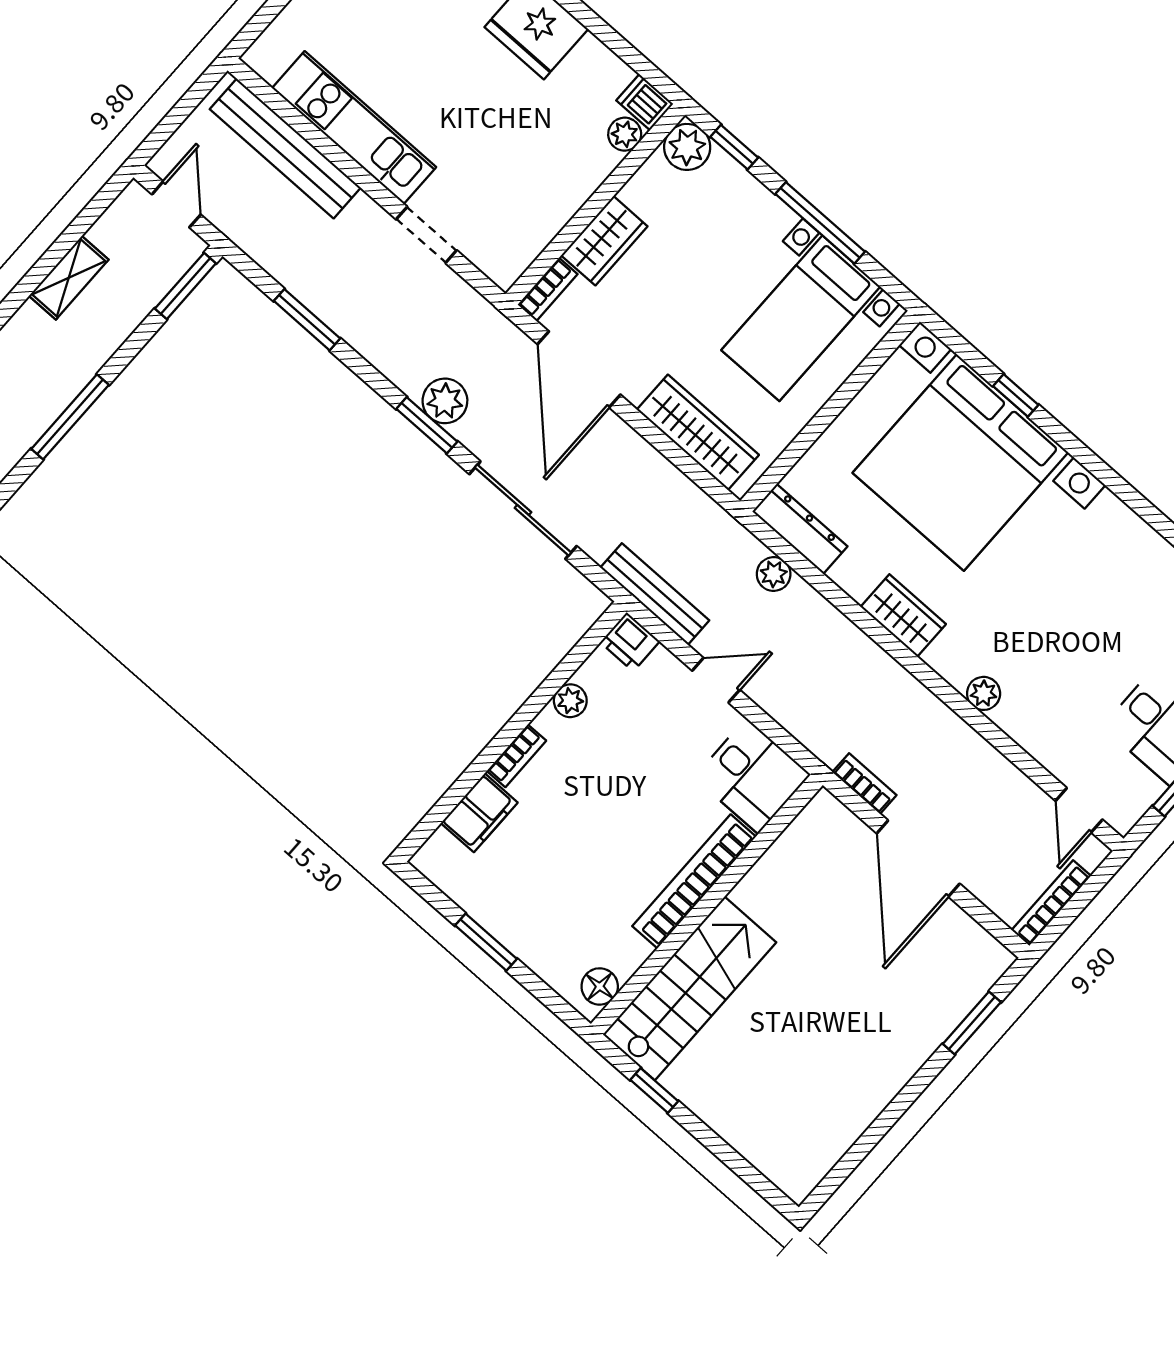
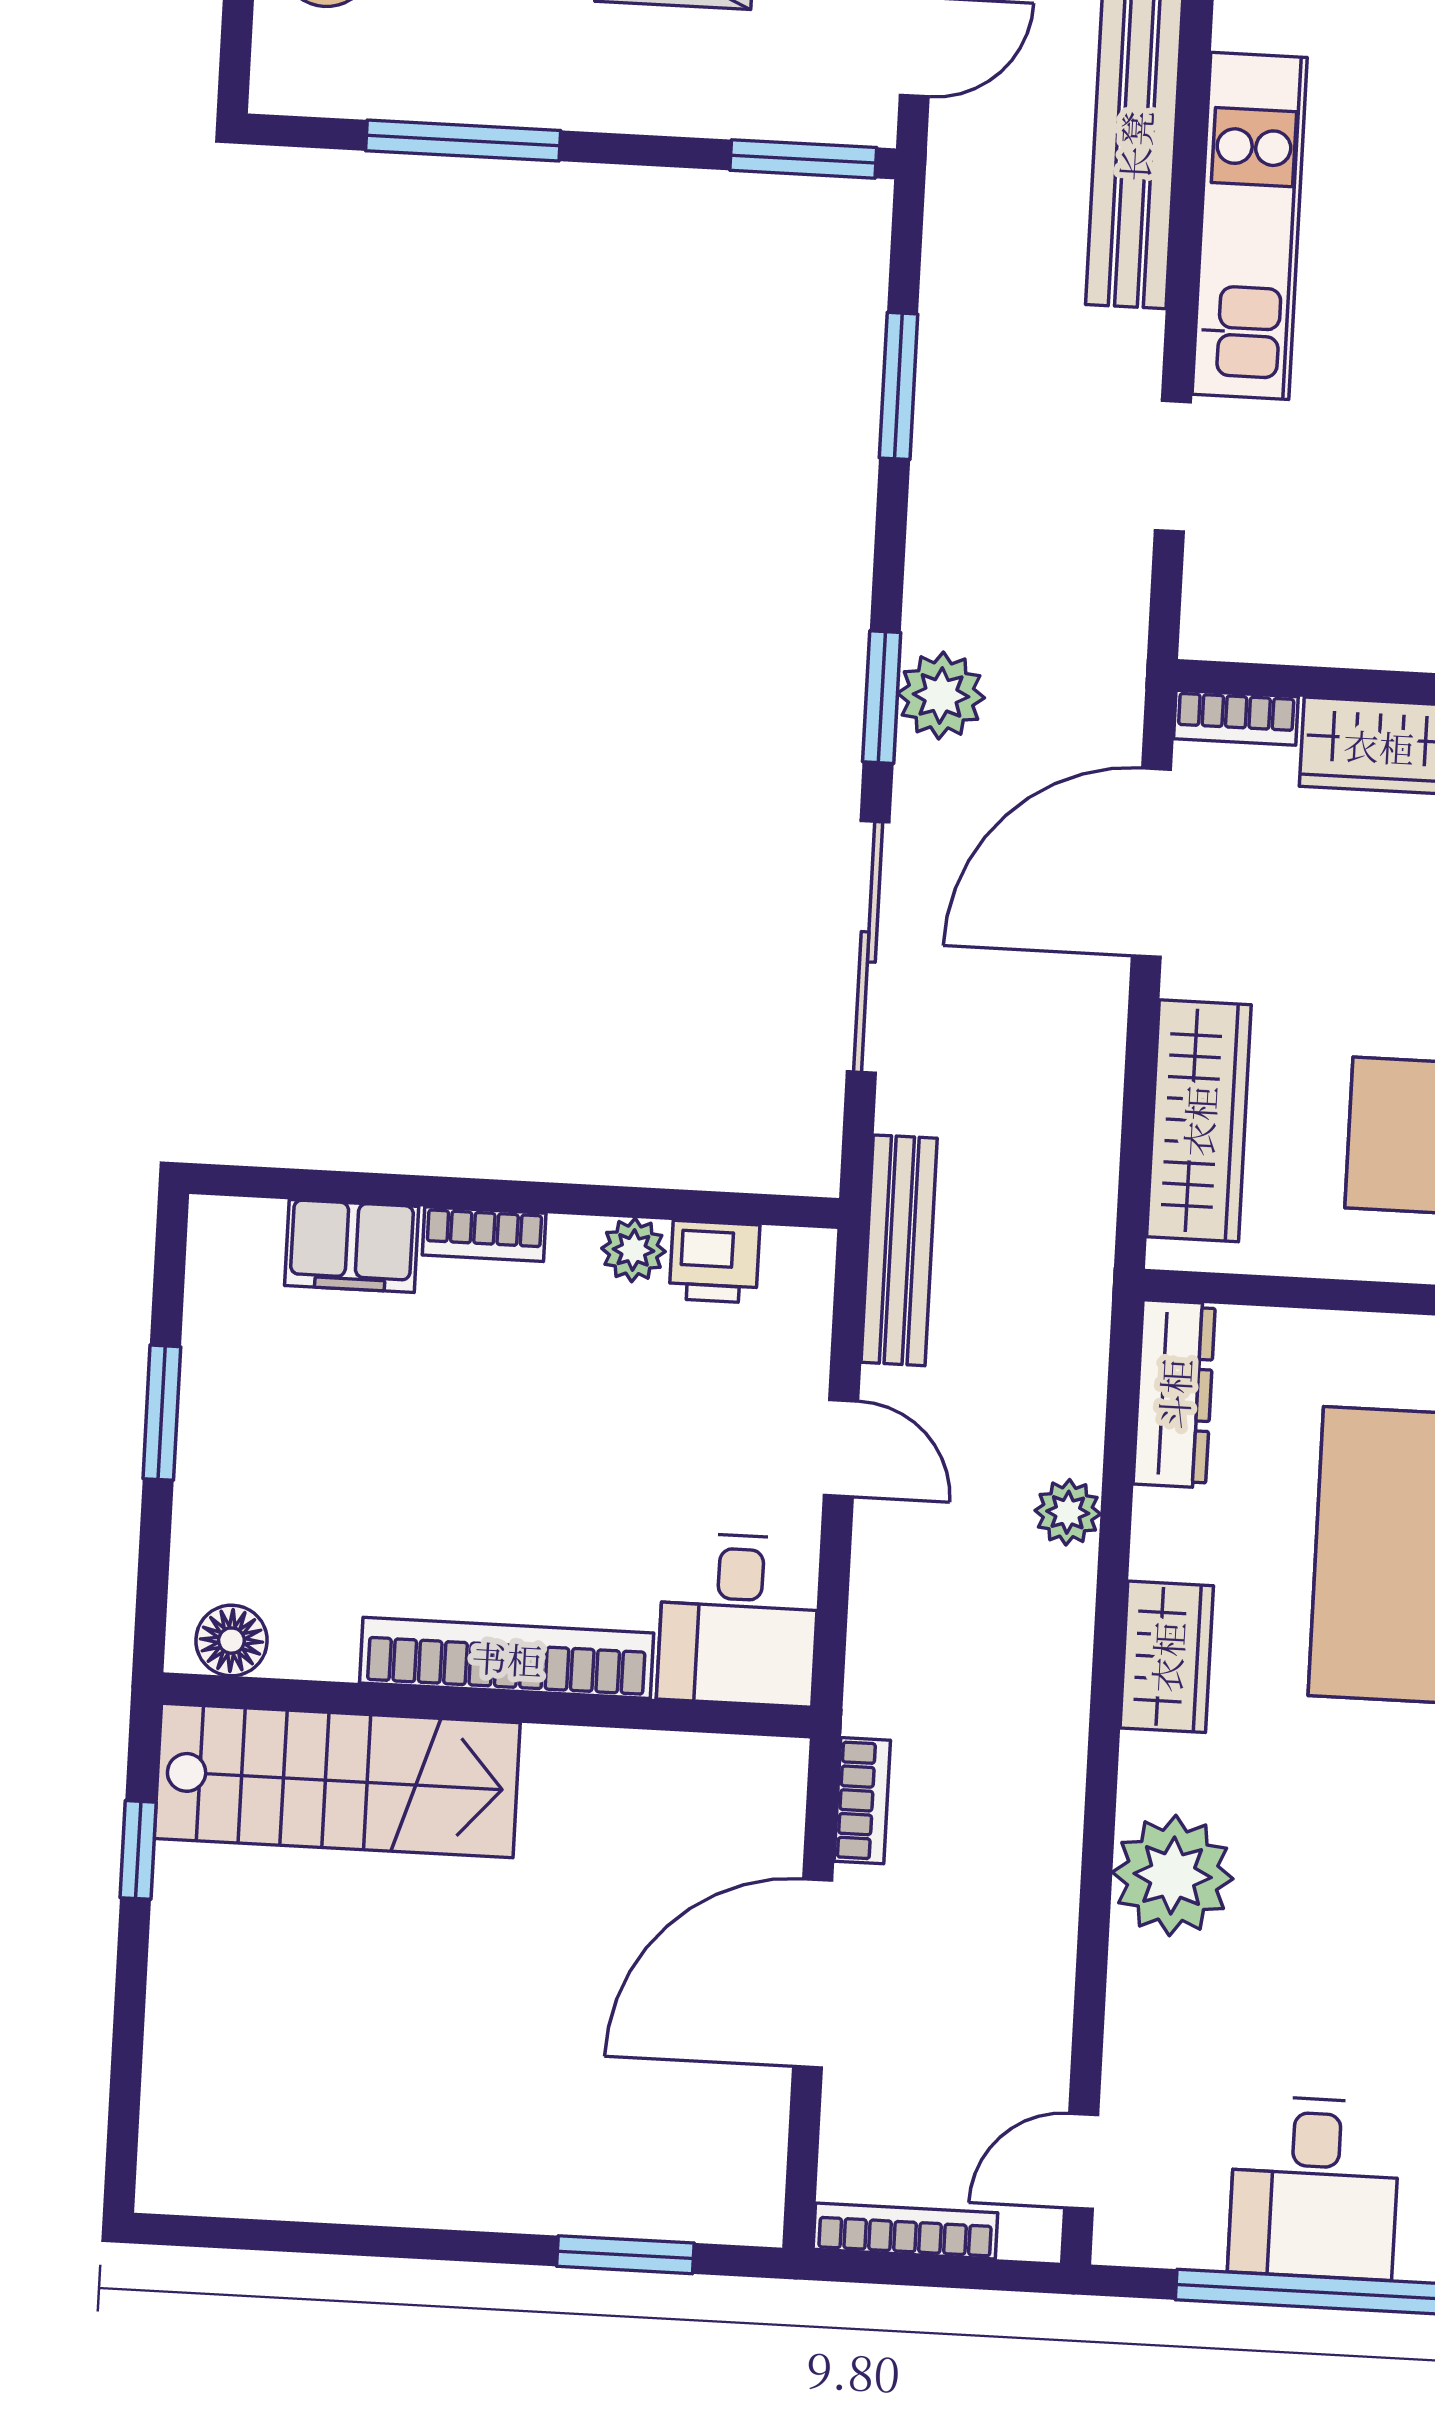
plant: (774, 574) -> (1068, 1512), moved
printer: (630, 642) -> (714, 1262), moved, turned -90
plant: (984, 693) -> (1173, 1875), width x1.87, depth x1.87

